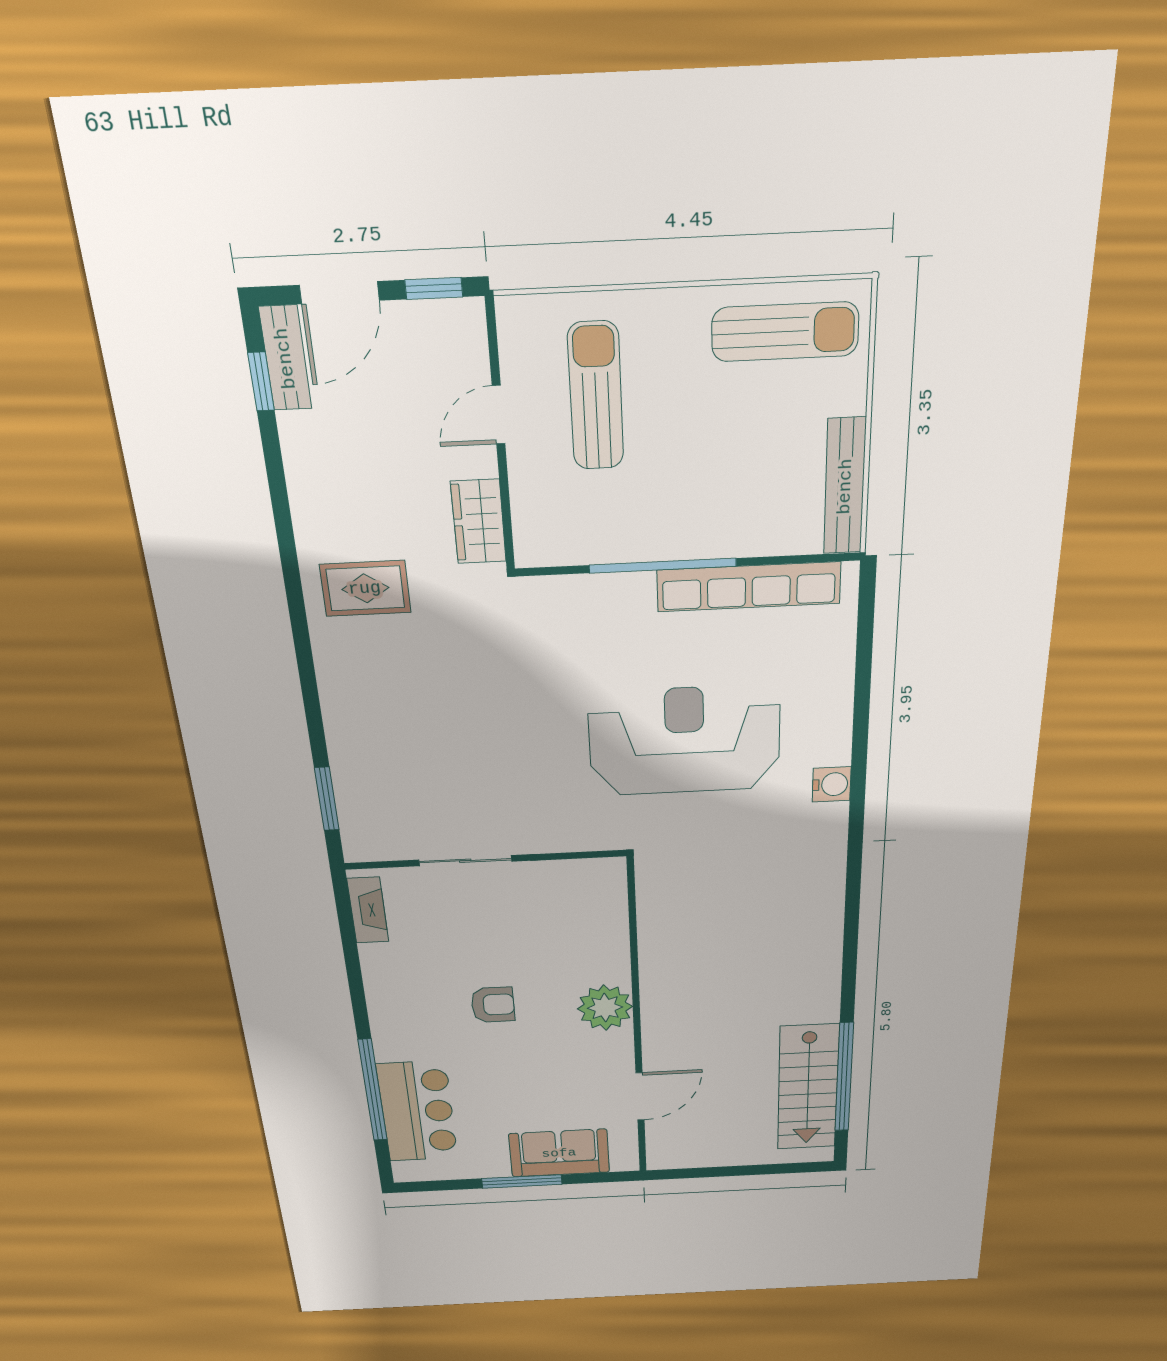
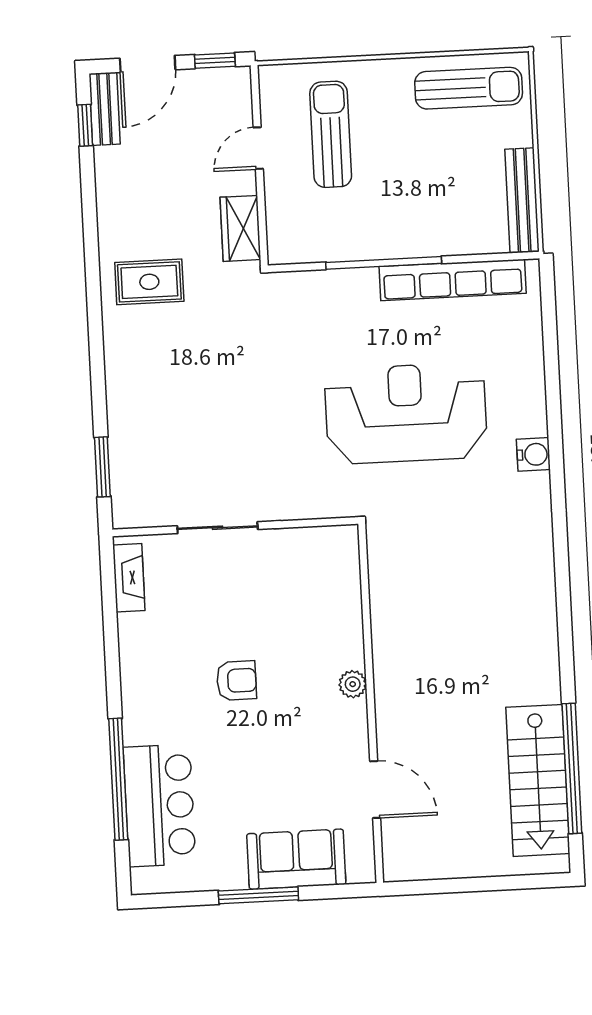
plant: (605, 1008) -> (353, 684), width x0.53, depth x0.53
door: (640, 1097) -> (375, 790), hinge flipped

